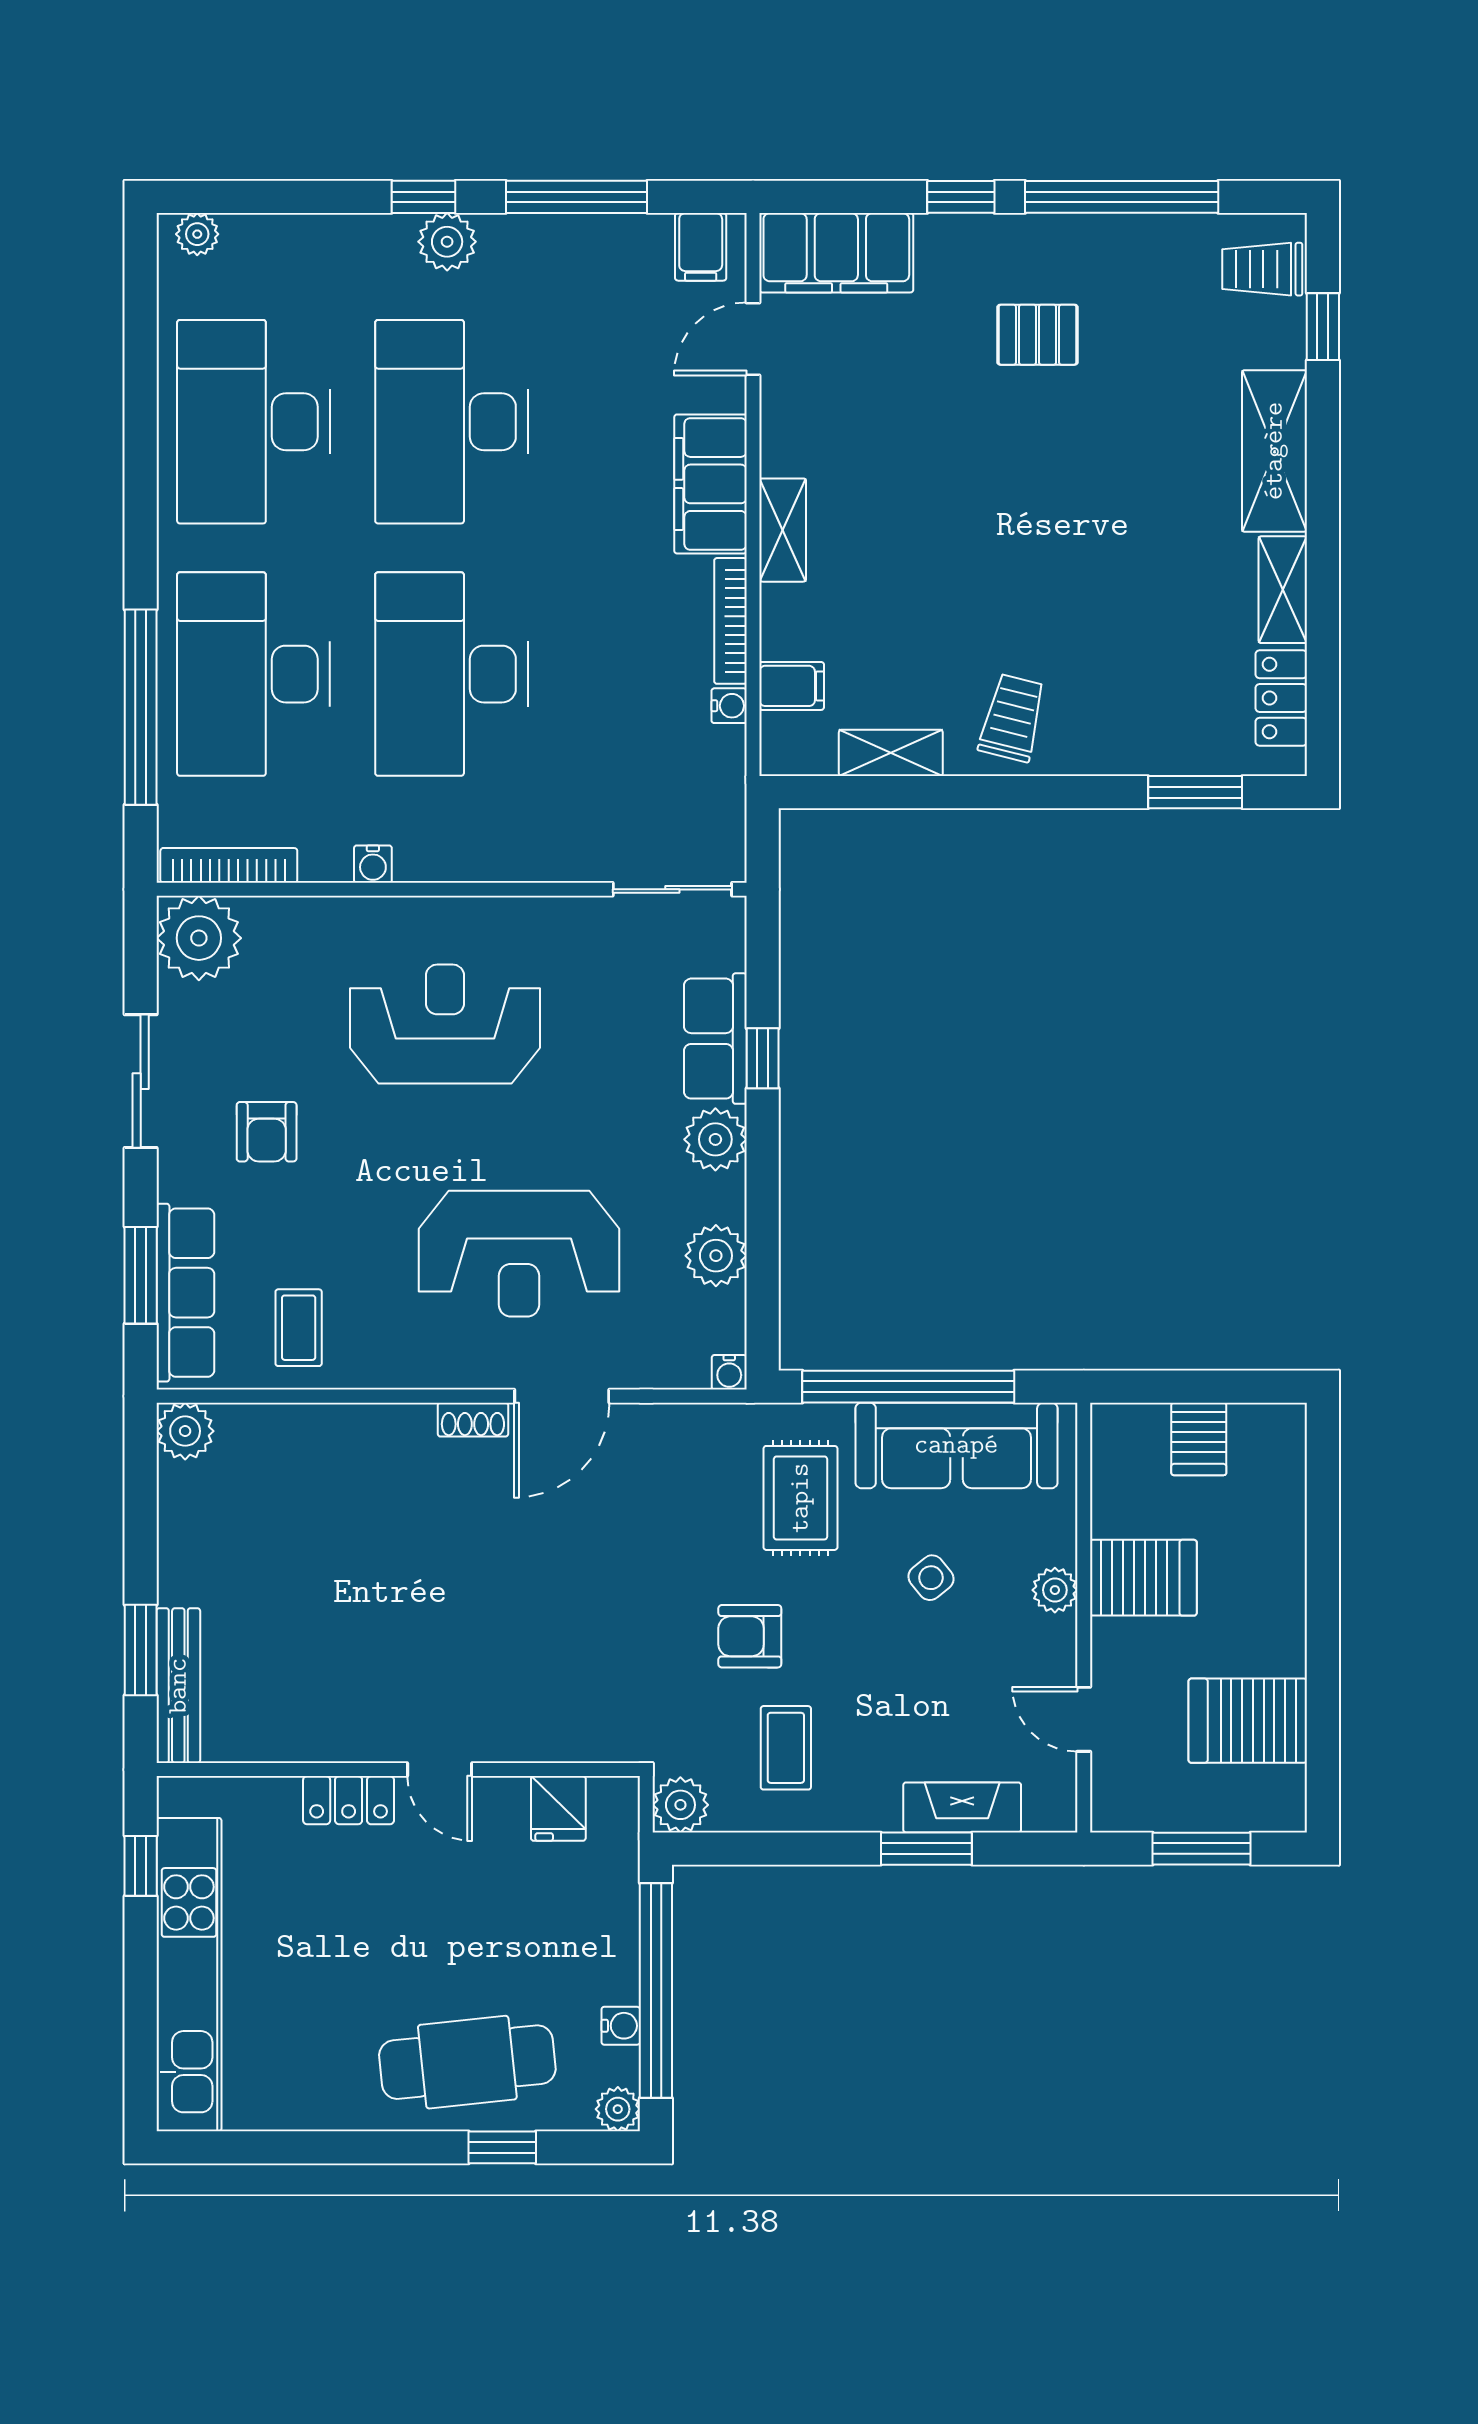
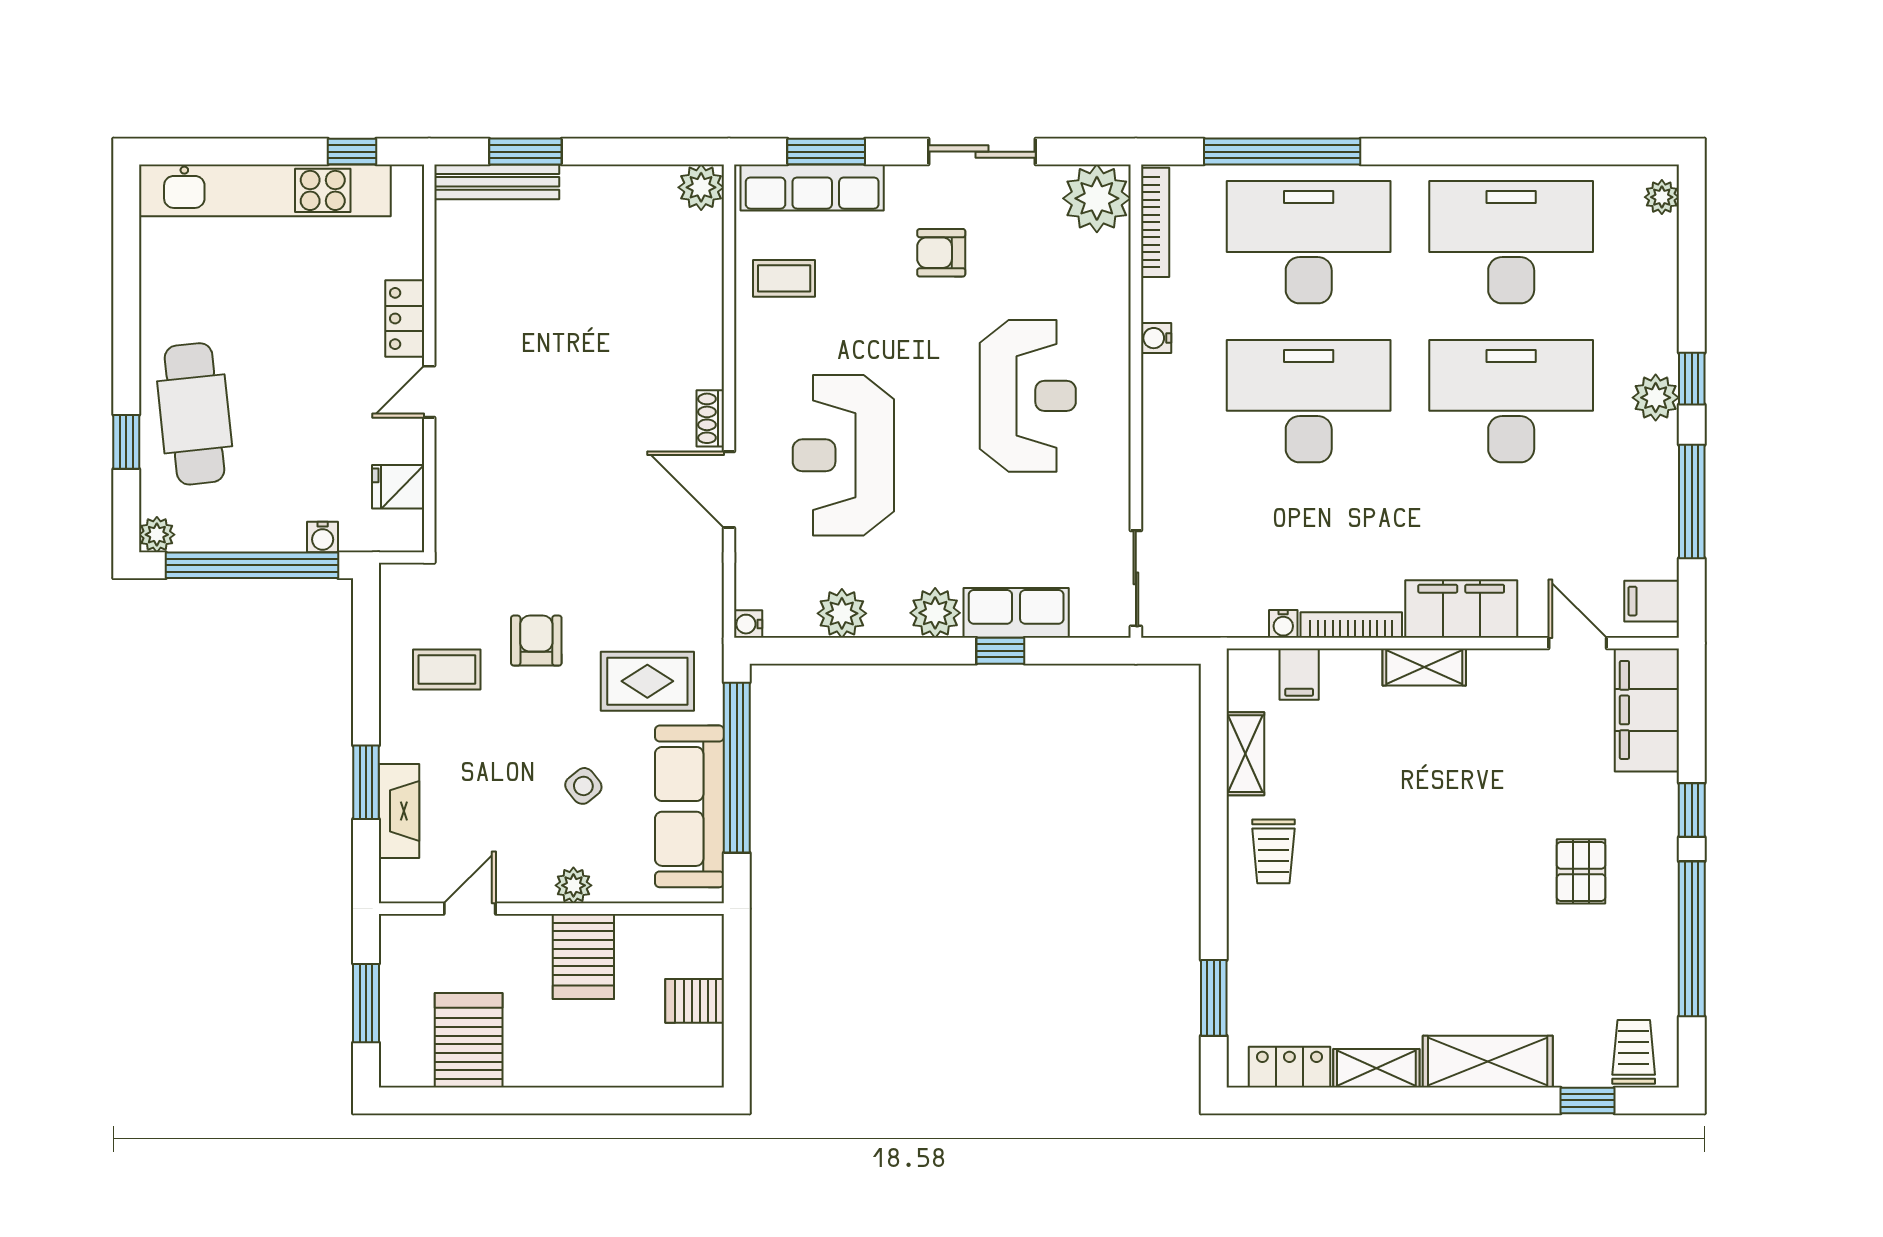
trolley: (1012, 718) -> (1273, 851), turned 76
plant: (680, 1805) -> (401, 585), removed
water cooler: (621, 2026) -> (323, 537), moved

